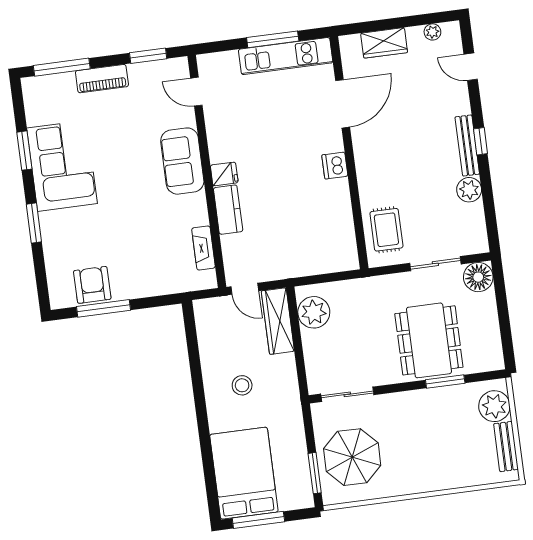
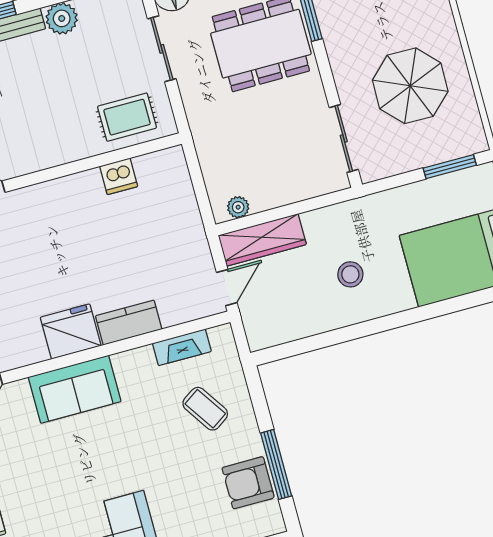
dishwasher: (335, 166) -> (119, 176), moved
fridge: (224, 174) -> (71, 331), width x1.88, depth x1.34
coffee table: (154, 260) -> (205, 409), added
plant: (314, 312) -> (238, 207), width x0.53, depth x0.53
parasol: (352, 457) -> (410, 86), moved

